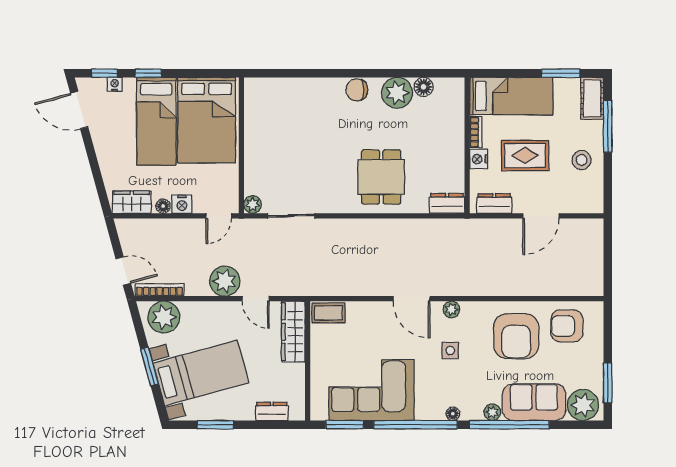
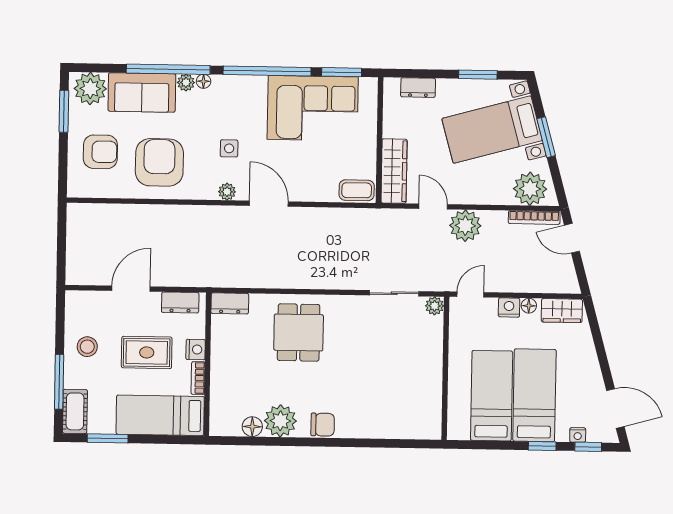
bed: (207, 120) -> (492, 396), width x0.67
armchair: (567, 326) -> (100, 152), moved
floor lamp: (453, 414) -> (204, 81), moved

